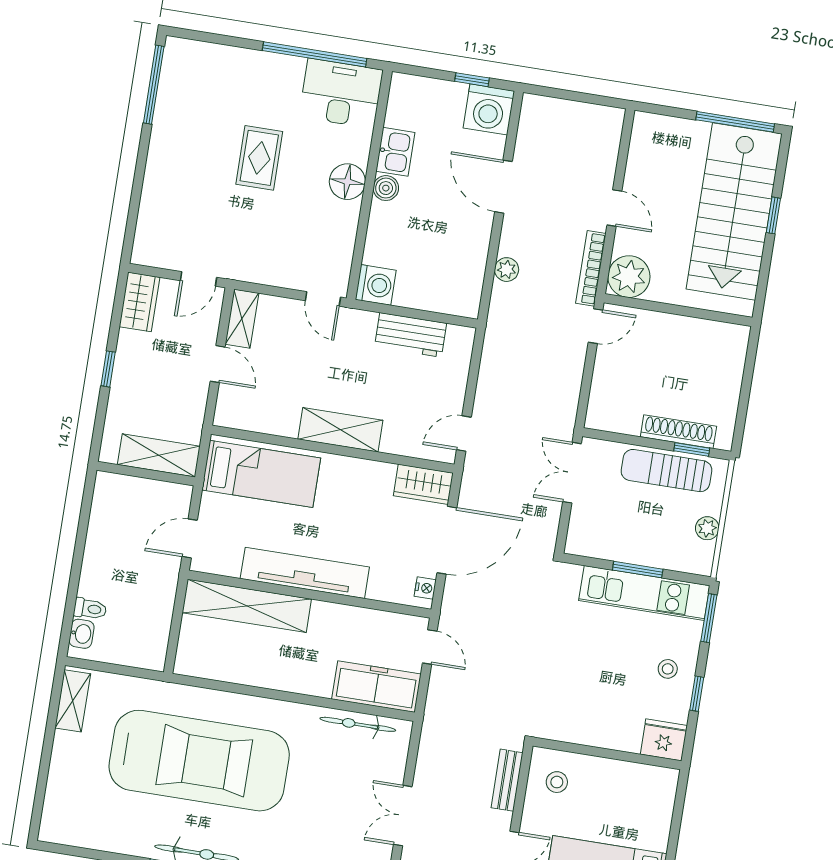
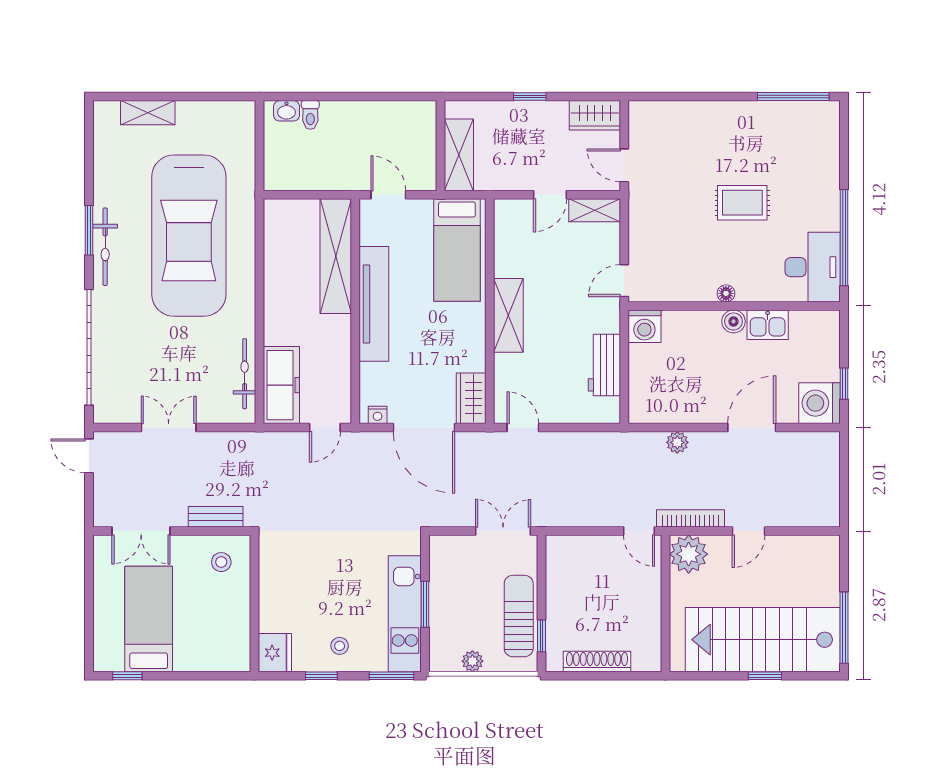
floor lamp: (347, 182) -> (726, 293), width x0.53, depth x0.53
shoe rack: (678, 432) -> (597, 661), moved, turned -90
shelving: (73, 701) -> (148, 113), moved

